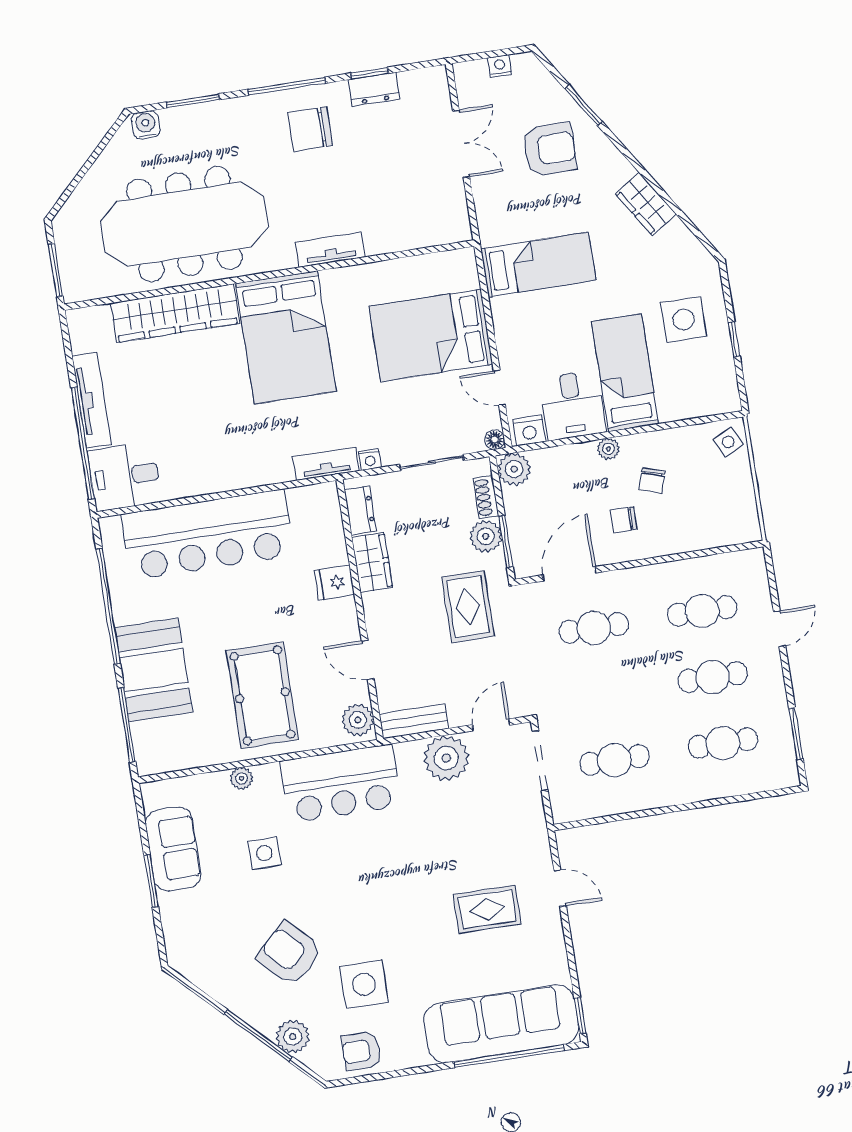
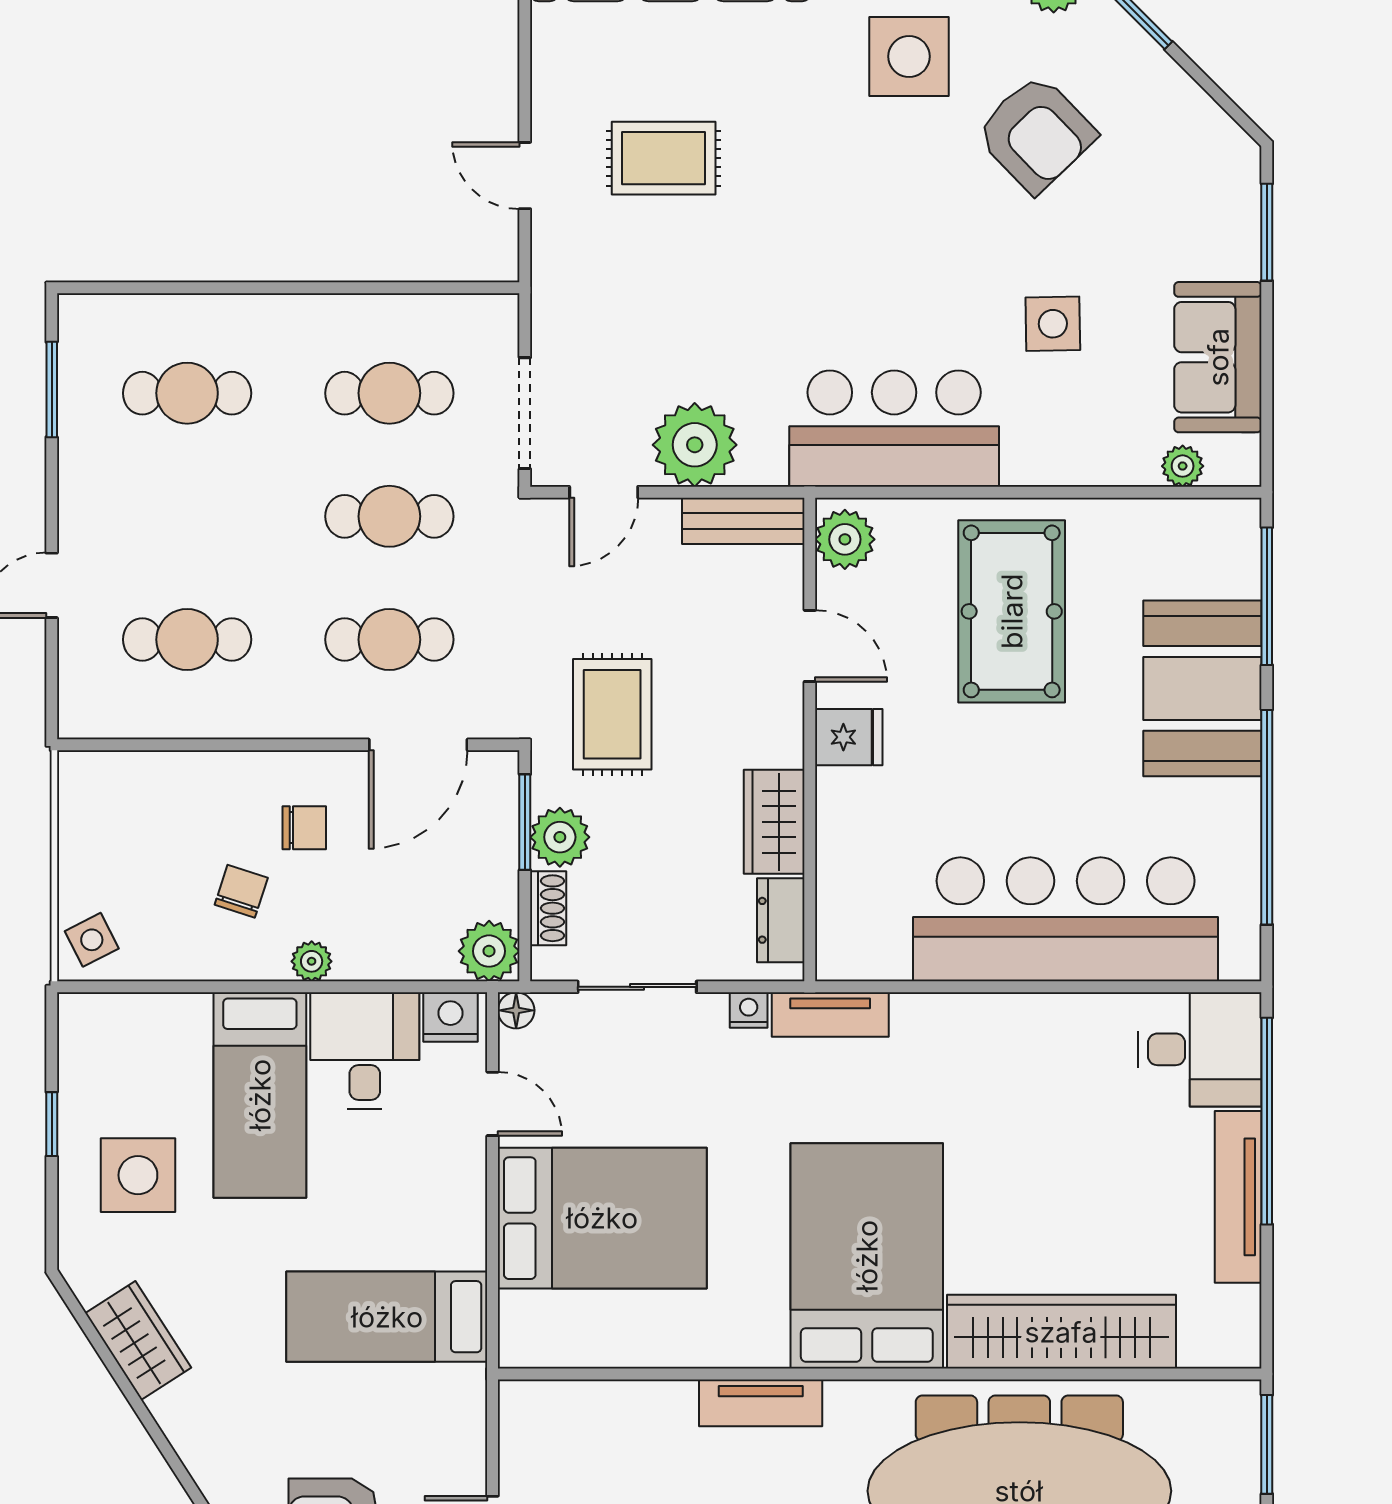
wardrobe: (646, 204) -> (138, 1340), moved
fridge: (334, 583) -> (849, 737), moved
cafe table: (713, 677) -> (389, 516), moved
plant: (242, 778) -> (1183, 466), moved
window: (151, 881) -> (1267, 232), moved

